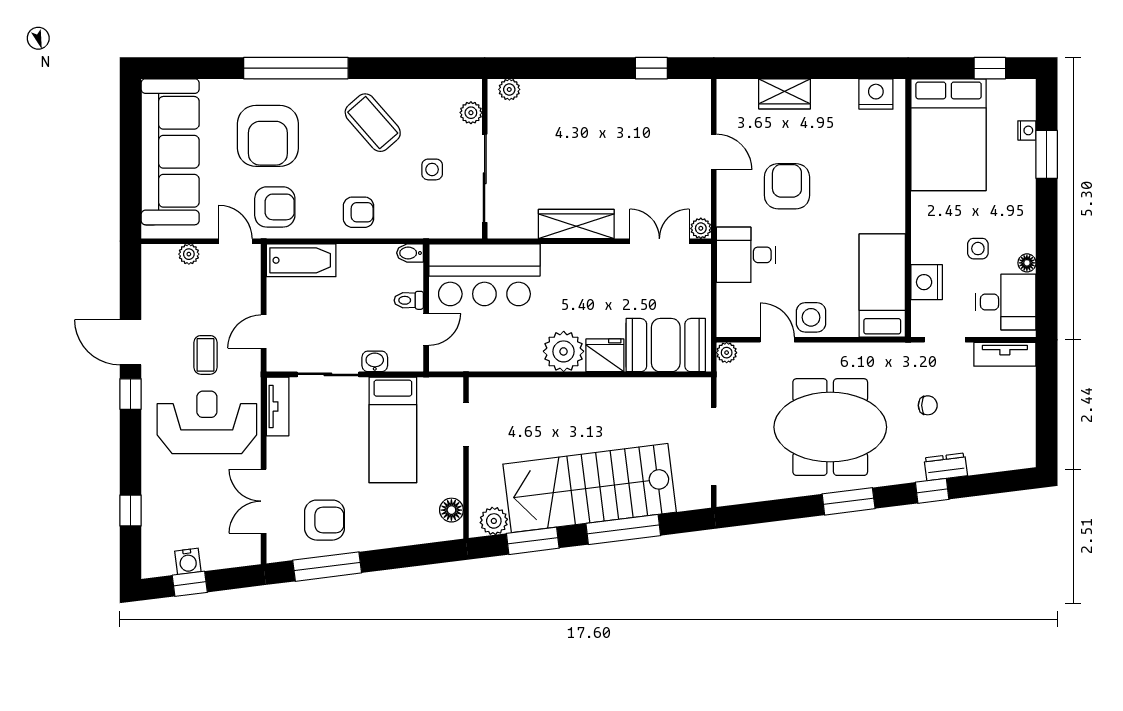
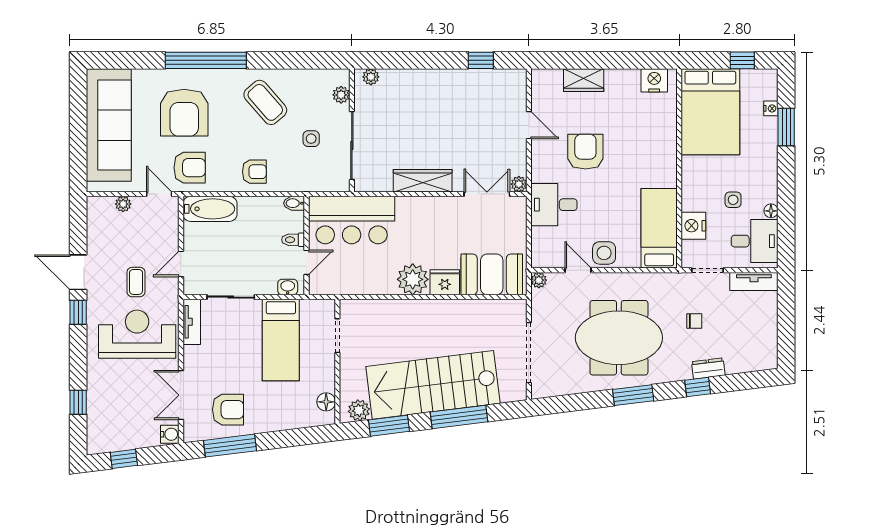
washbasin: (375, 361) -> (288, 287), moved
water cooler: (188, 561) -> (170, 434), moved, turned -83

